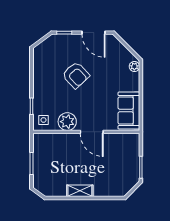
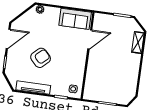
tv unit: (38, 71) -> (33, 88), added
plant: (67, 122) -> (77, 70), removed
door: (92, 132) -> (90, 39), moved
shelving: (80, 191) -> (138, 43), moved

